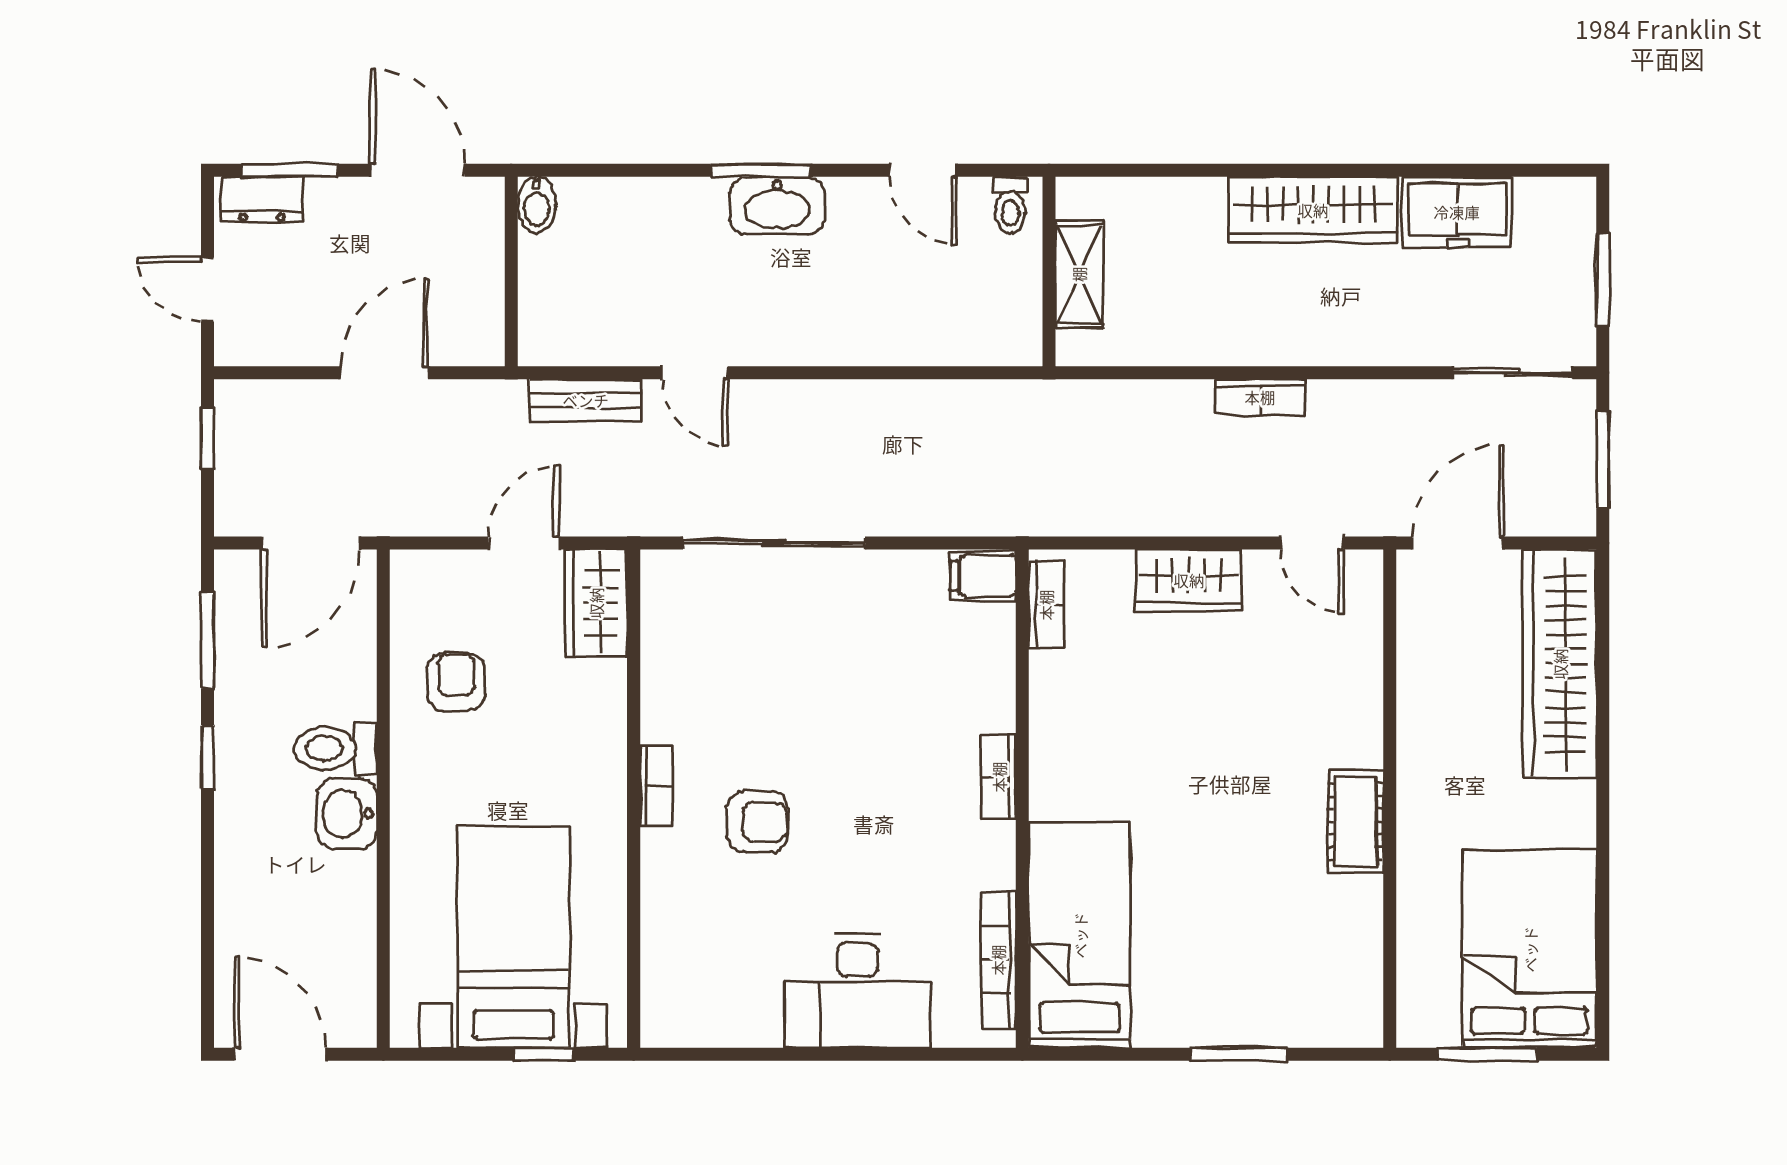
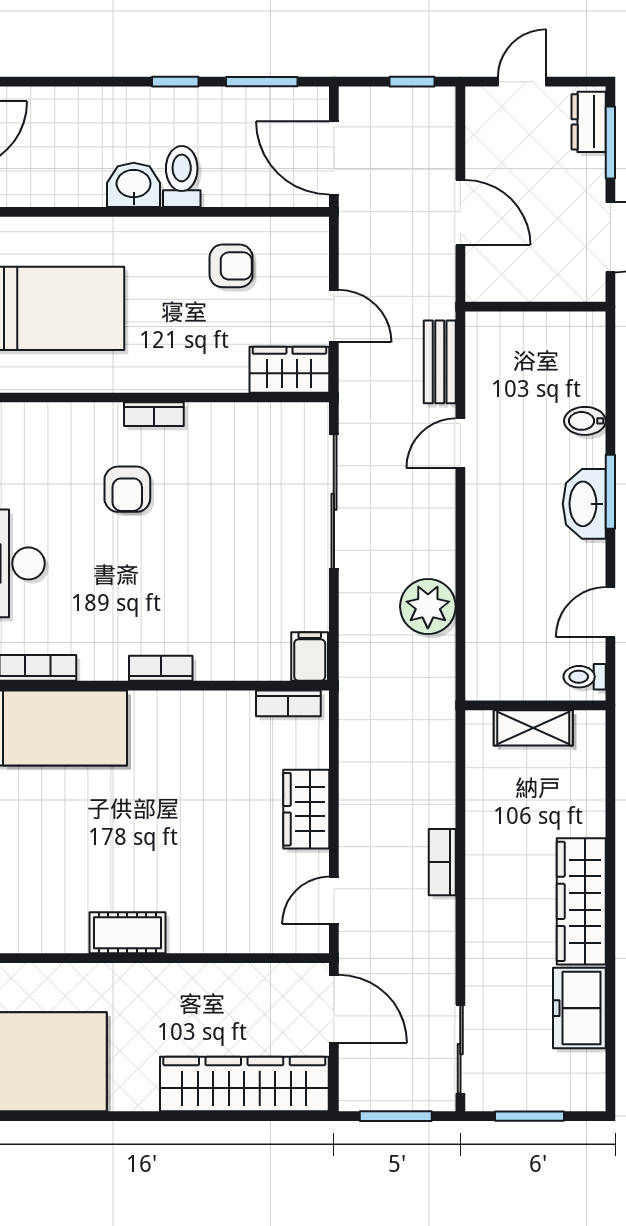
bidet: (537, 205) -> (585, 421), moved
plant: (916, 416) -> (428, 606), added

